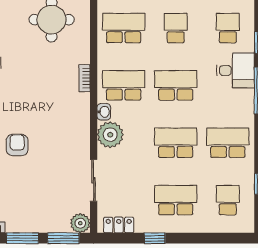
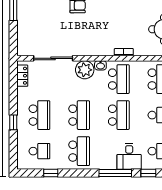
sliding door: (94, 180) -> (53, 58), width x1.37
plant: (80, 223) -> (24, 49), removed
window: (63, 238) -> (13, 37), removed
window: (155, 238) -> (13, 122), moved

